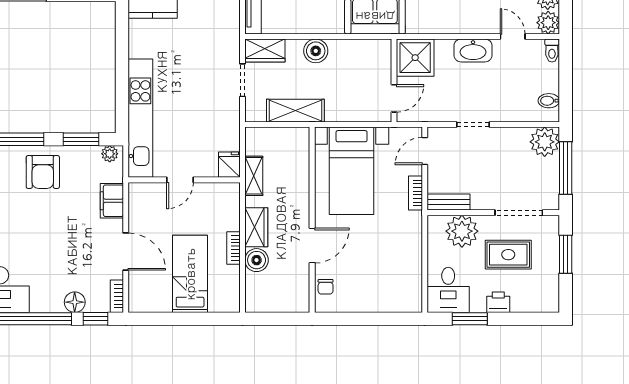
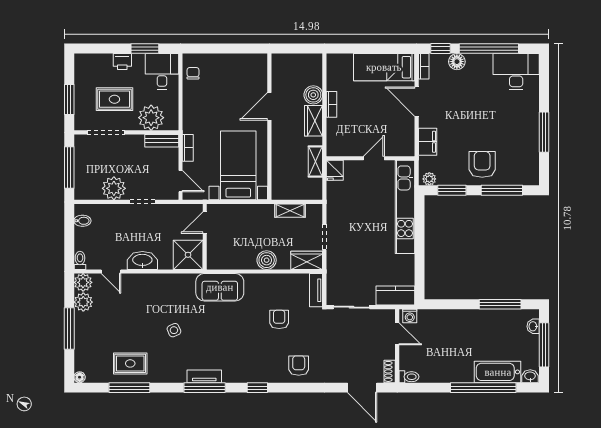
shelving: (295, 111) -> (290, 211), width x0.67, depth x0.75
plant: (545, 142) -> (114, 188), moved
door: (425, 151) -> (180, 181), hinge flipped
bed: (190, 274) -> (384, 67), moved, turned 90
chair: (326, 287) -> (193, 73), moved

